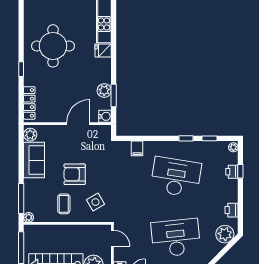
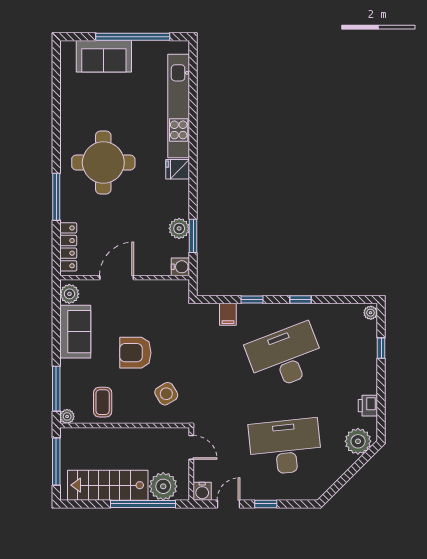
window: (21, 69) -> (56, 197), width x2.17
door: (78, 124) -> (117, 278), moved
window: (210, 138) -> (252, 300), moved
printer: (232, 172) -> (368, 349), removed
desk: (176, 177) -> (285, 357), turned -30
coffee table: (64, 204) -> (103, 402), moved

